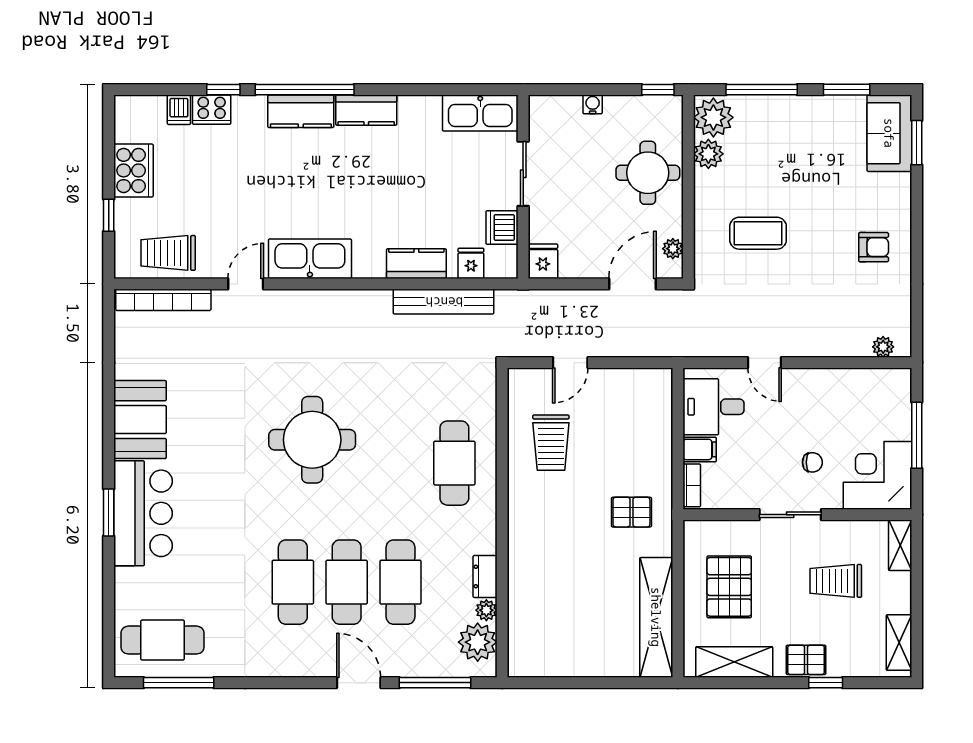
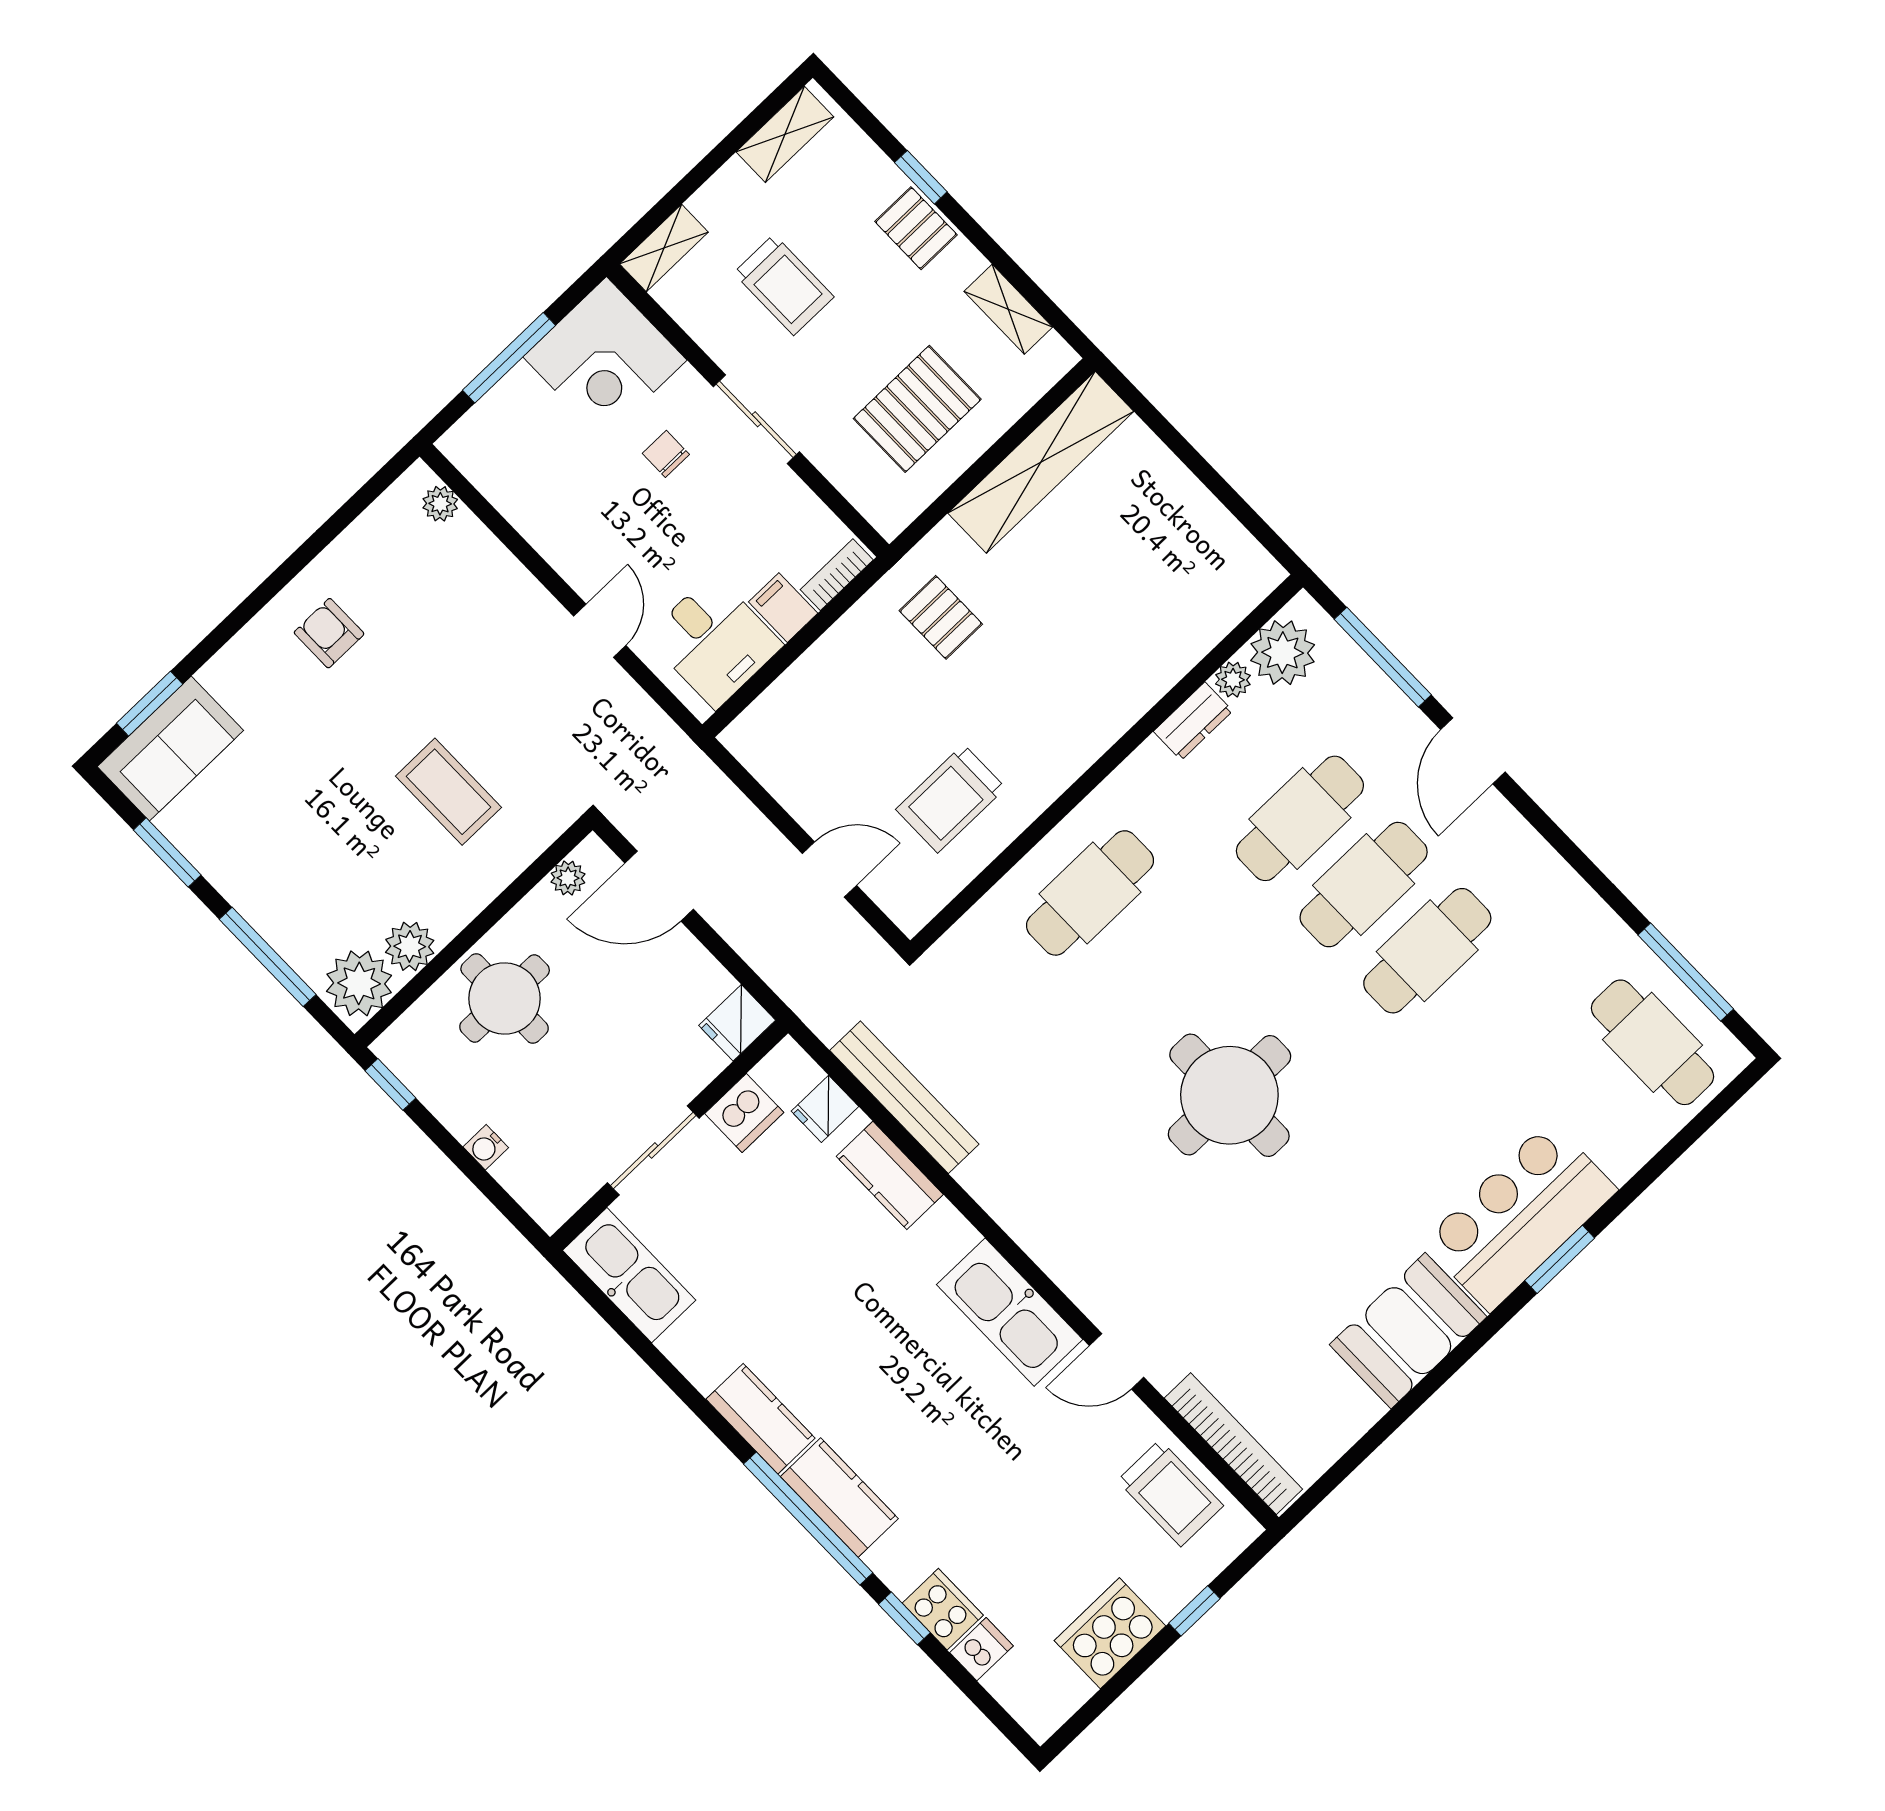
trolley: (551, 443) -> (951, 799), turned 180
shelving: (734, 662) -> (1008, 309), width x0.67, depth x0.75

